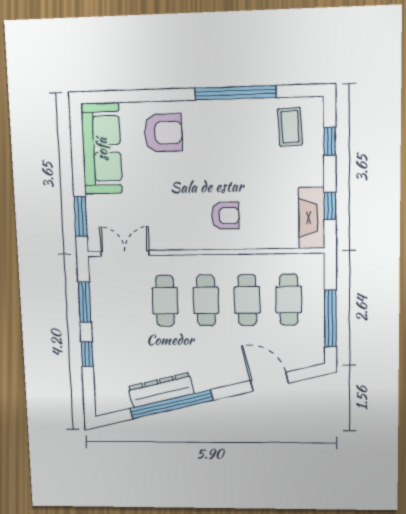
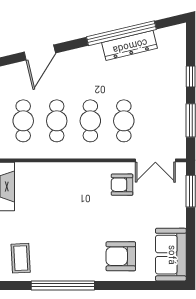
sofa: (102, 149) -> (171, 255), width x0.73
armchair: (225, 216) -> (122, 185), moved
door: (269, 382) -> (40, 53), hinge flipped

